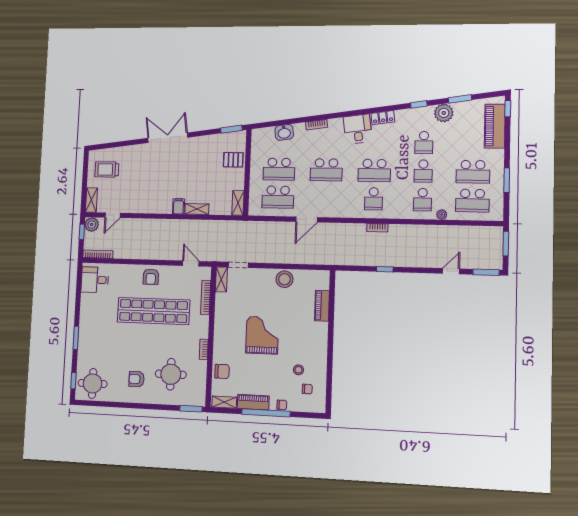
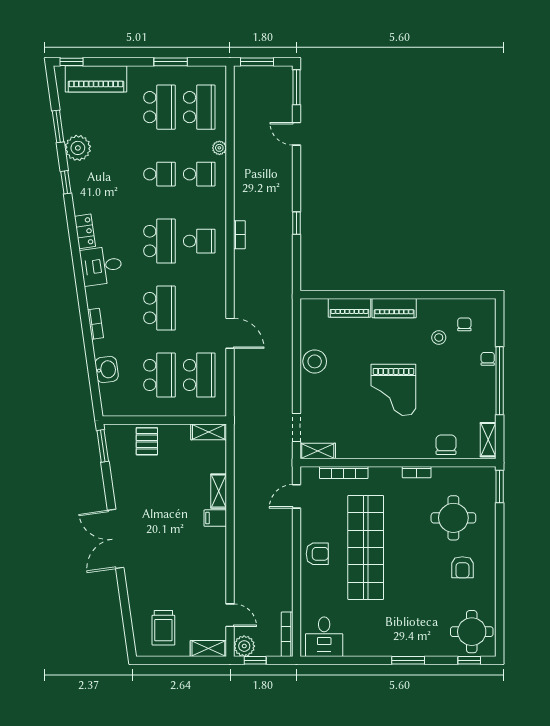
school desk: (424, 143) -> (120, 174), removed
grand piano: (262, 335) -> (393, 390), turned -90
piano: (253, 402) -> (394, 308), moved, turned -90

